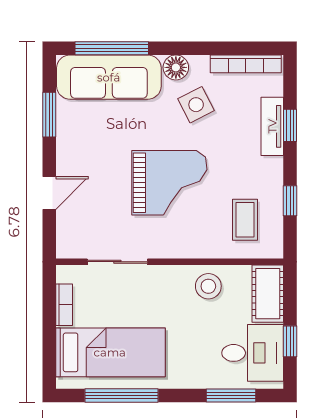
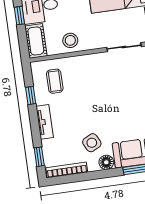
window: (290, 125) -> (39, 157), moved
tv unit: (272, 126) -> (45, 122), moved
grand piano: (169, 183) -> (101, 96), removed

